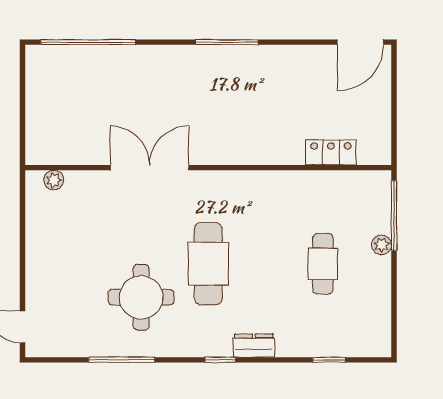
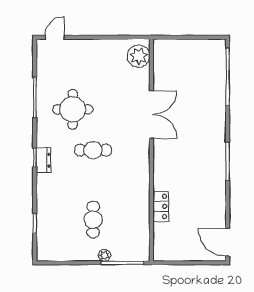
locker: (331, 152) -> (161, 206), moved
plant: (54, 180) -> (139, 56), width x1.88, depth x1.88
cafe table: (208, 264) -> (93, 150), width x0.73, depth x0.74
cafe table: (323, 264) -> (93, 220), turned 90
dresser: (254, 346) -> (43, 160), moved

